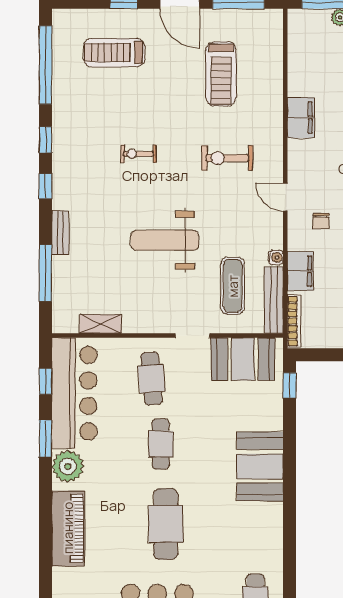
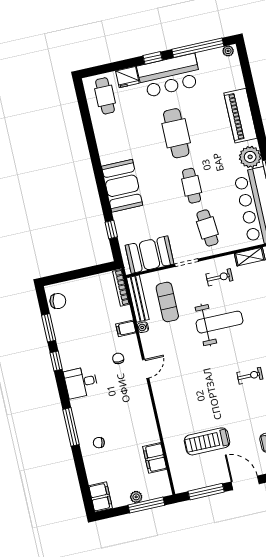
treadmill: (221, 74) -> (207, 441), turned -90
filing cabinet: (301, 118) -> (155, 458), moved
exercise bike: (227, 158) -> (219, 277), moved, width x0.73, depth x0.72
door: (285, 197) -> (146, 369), hinge flipped
filing cabinet: (300, 271) -> (126, 328), width x0.50
window: (290, 385) -> (111, 229), moved

